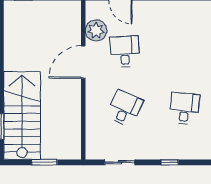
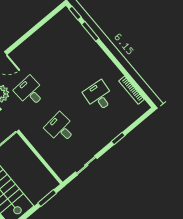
desk: (125, 108) -> (60, 128), turned -30
window: (44, 162) -> (47, 198), moved

